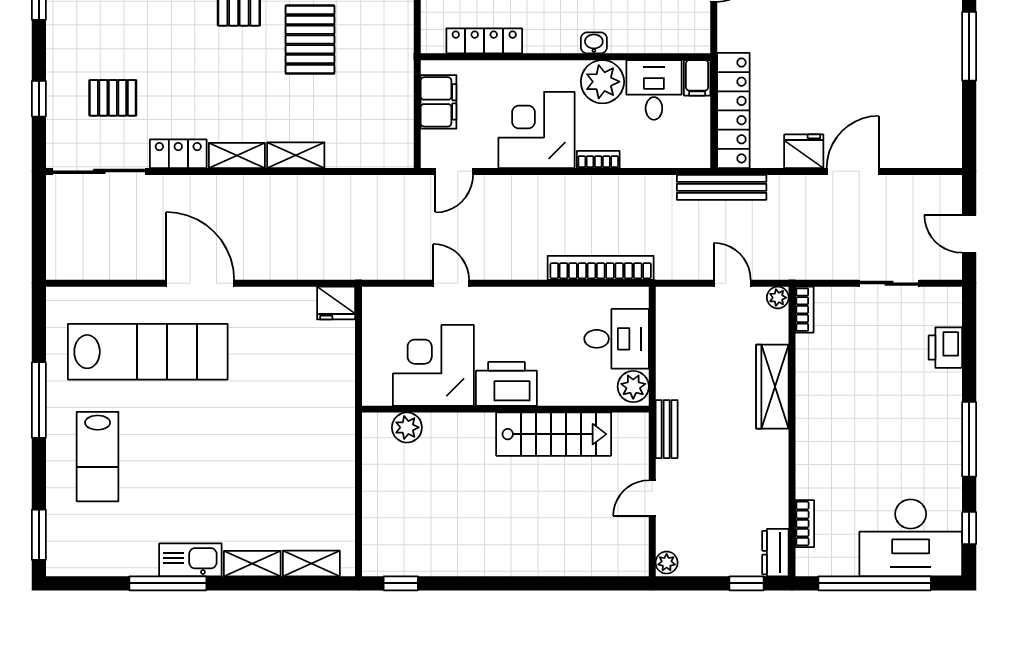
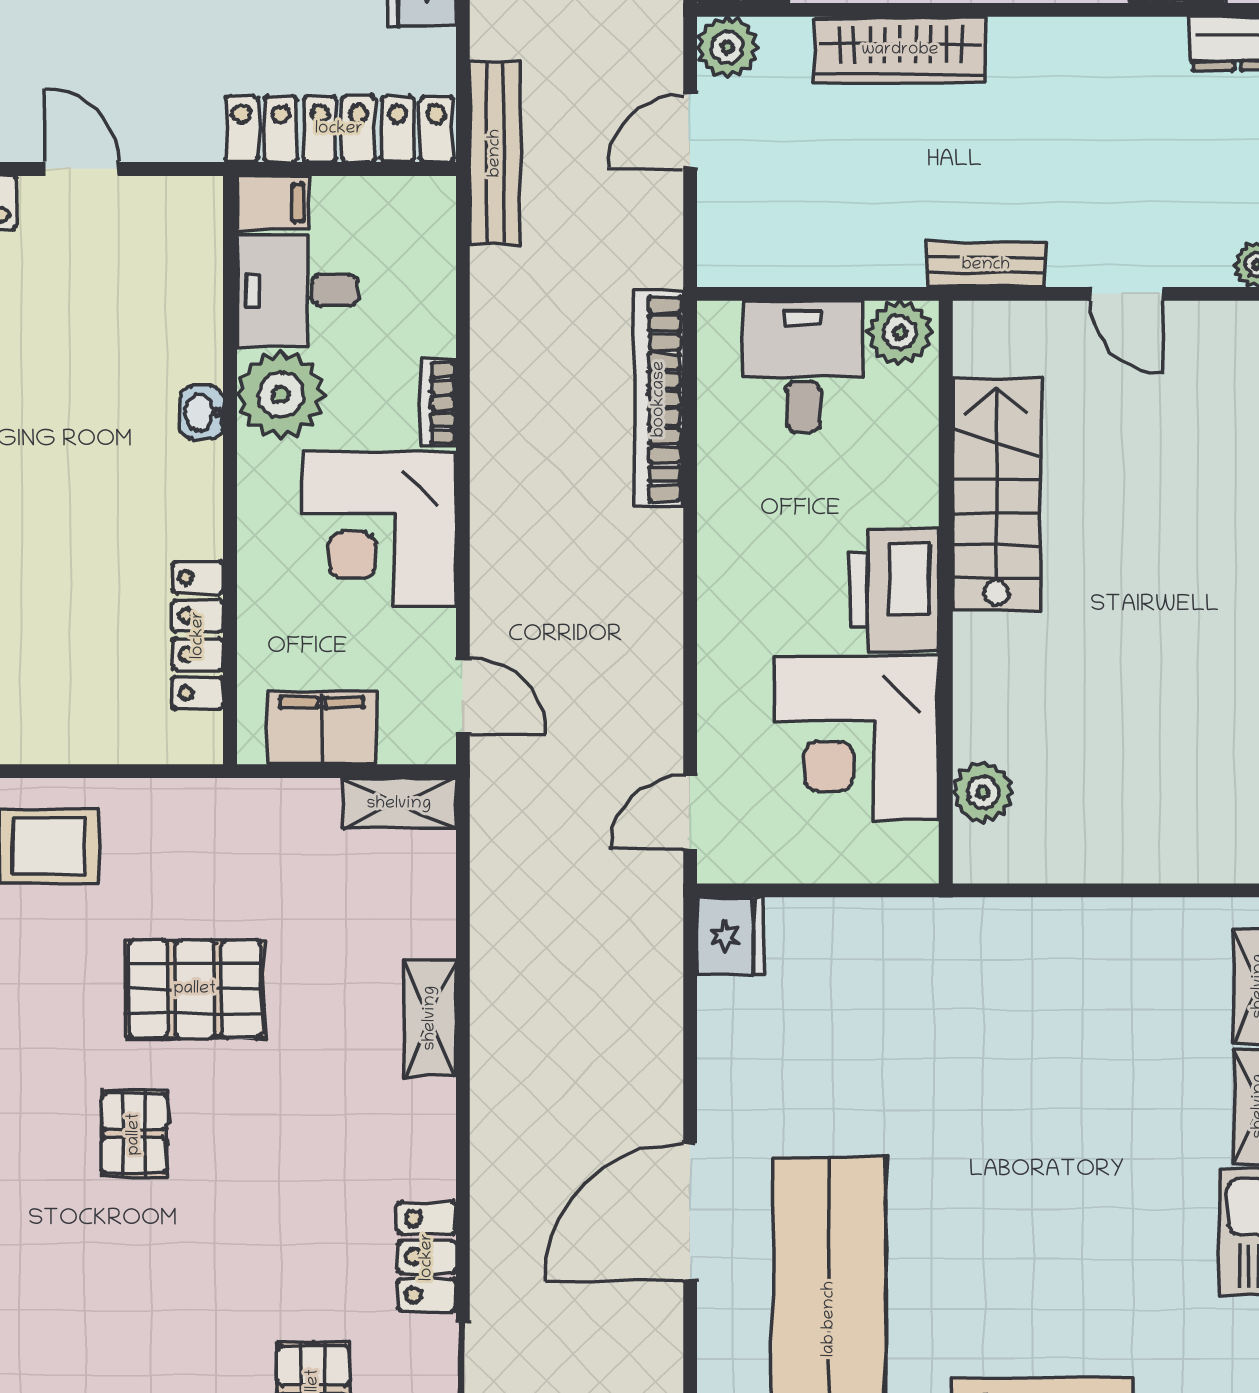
shelving: (237, 155) -> (399, 804), moved, turned 90
door: (451, 283) -> (690, 813), moved
plant: (778, 298) -> (727, 47), width x1.38, depth x1.38

